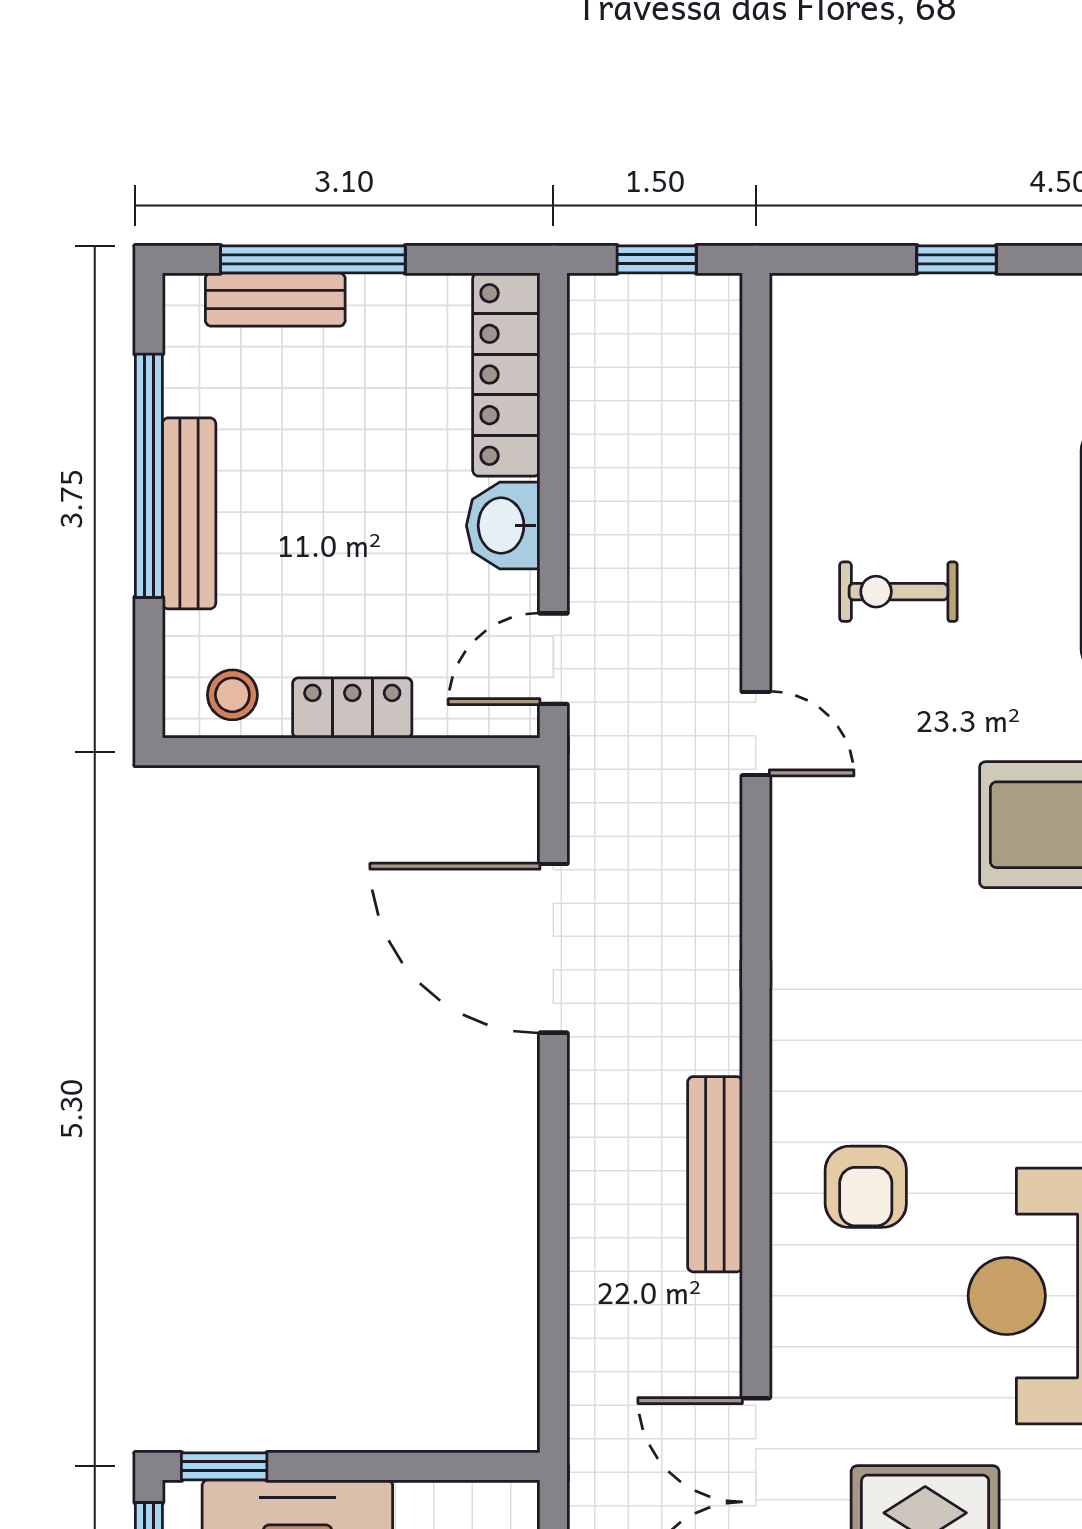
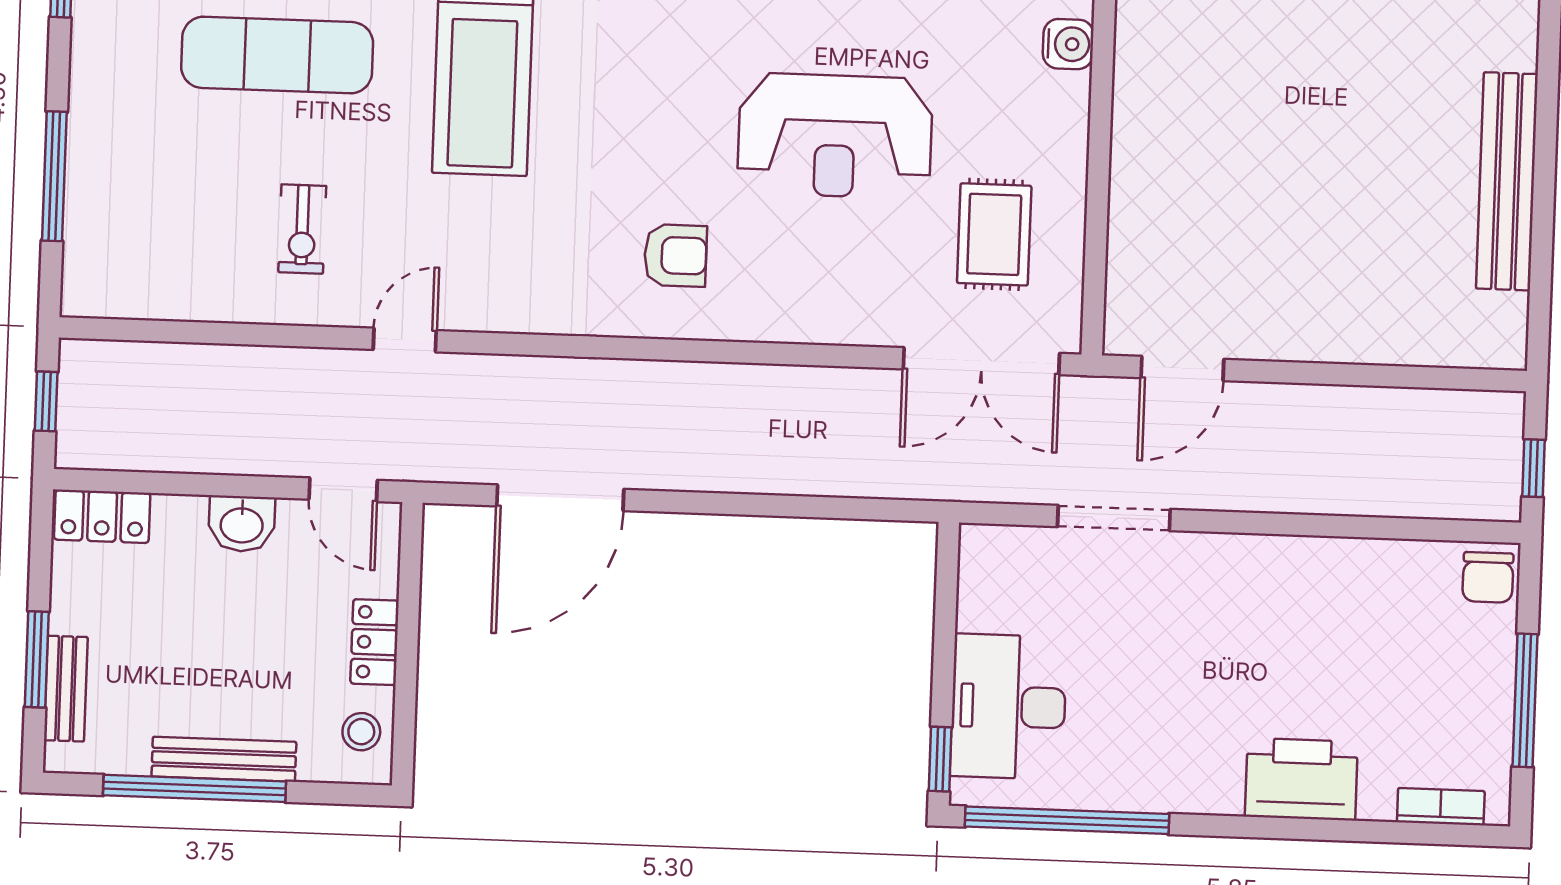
window: (313, 259) -> (37, 659), width x0.69
window: (957, 259) -> (54, 176), width x2.17
locker: (506, 374) -> (102, 516), width x0.66
bench: (715, 1174) -> (734, 383), removed
armchair: (866, 1187) -> (675, 255), moved

